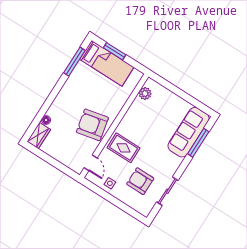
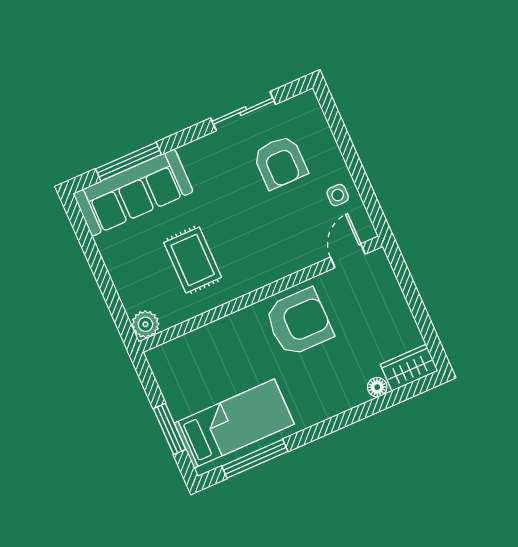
bed: (107, 63) -> (234, 424), moved, turned 90
plant: (145, 94) -> (145, 324), moved
armchair: (92, 125) -> (299, 322), turned -78
rug: (123, 148) -> (193, 260), moved

